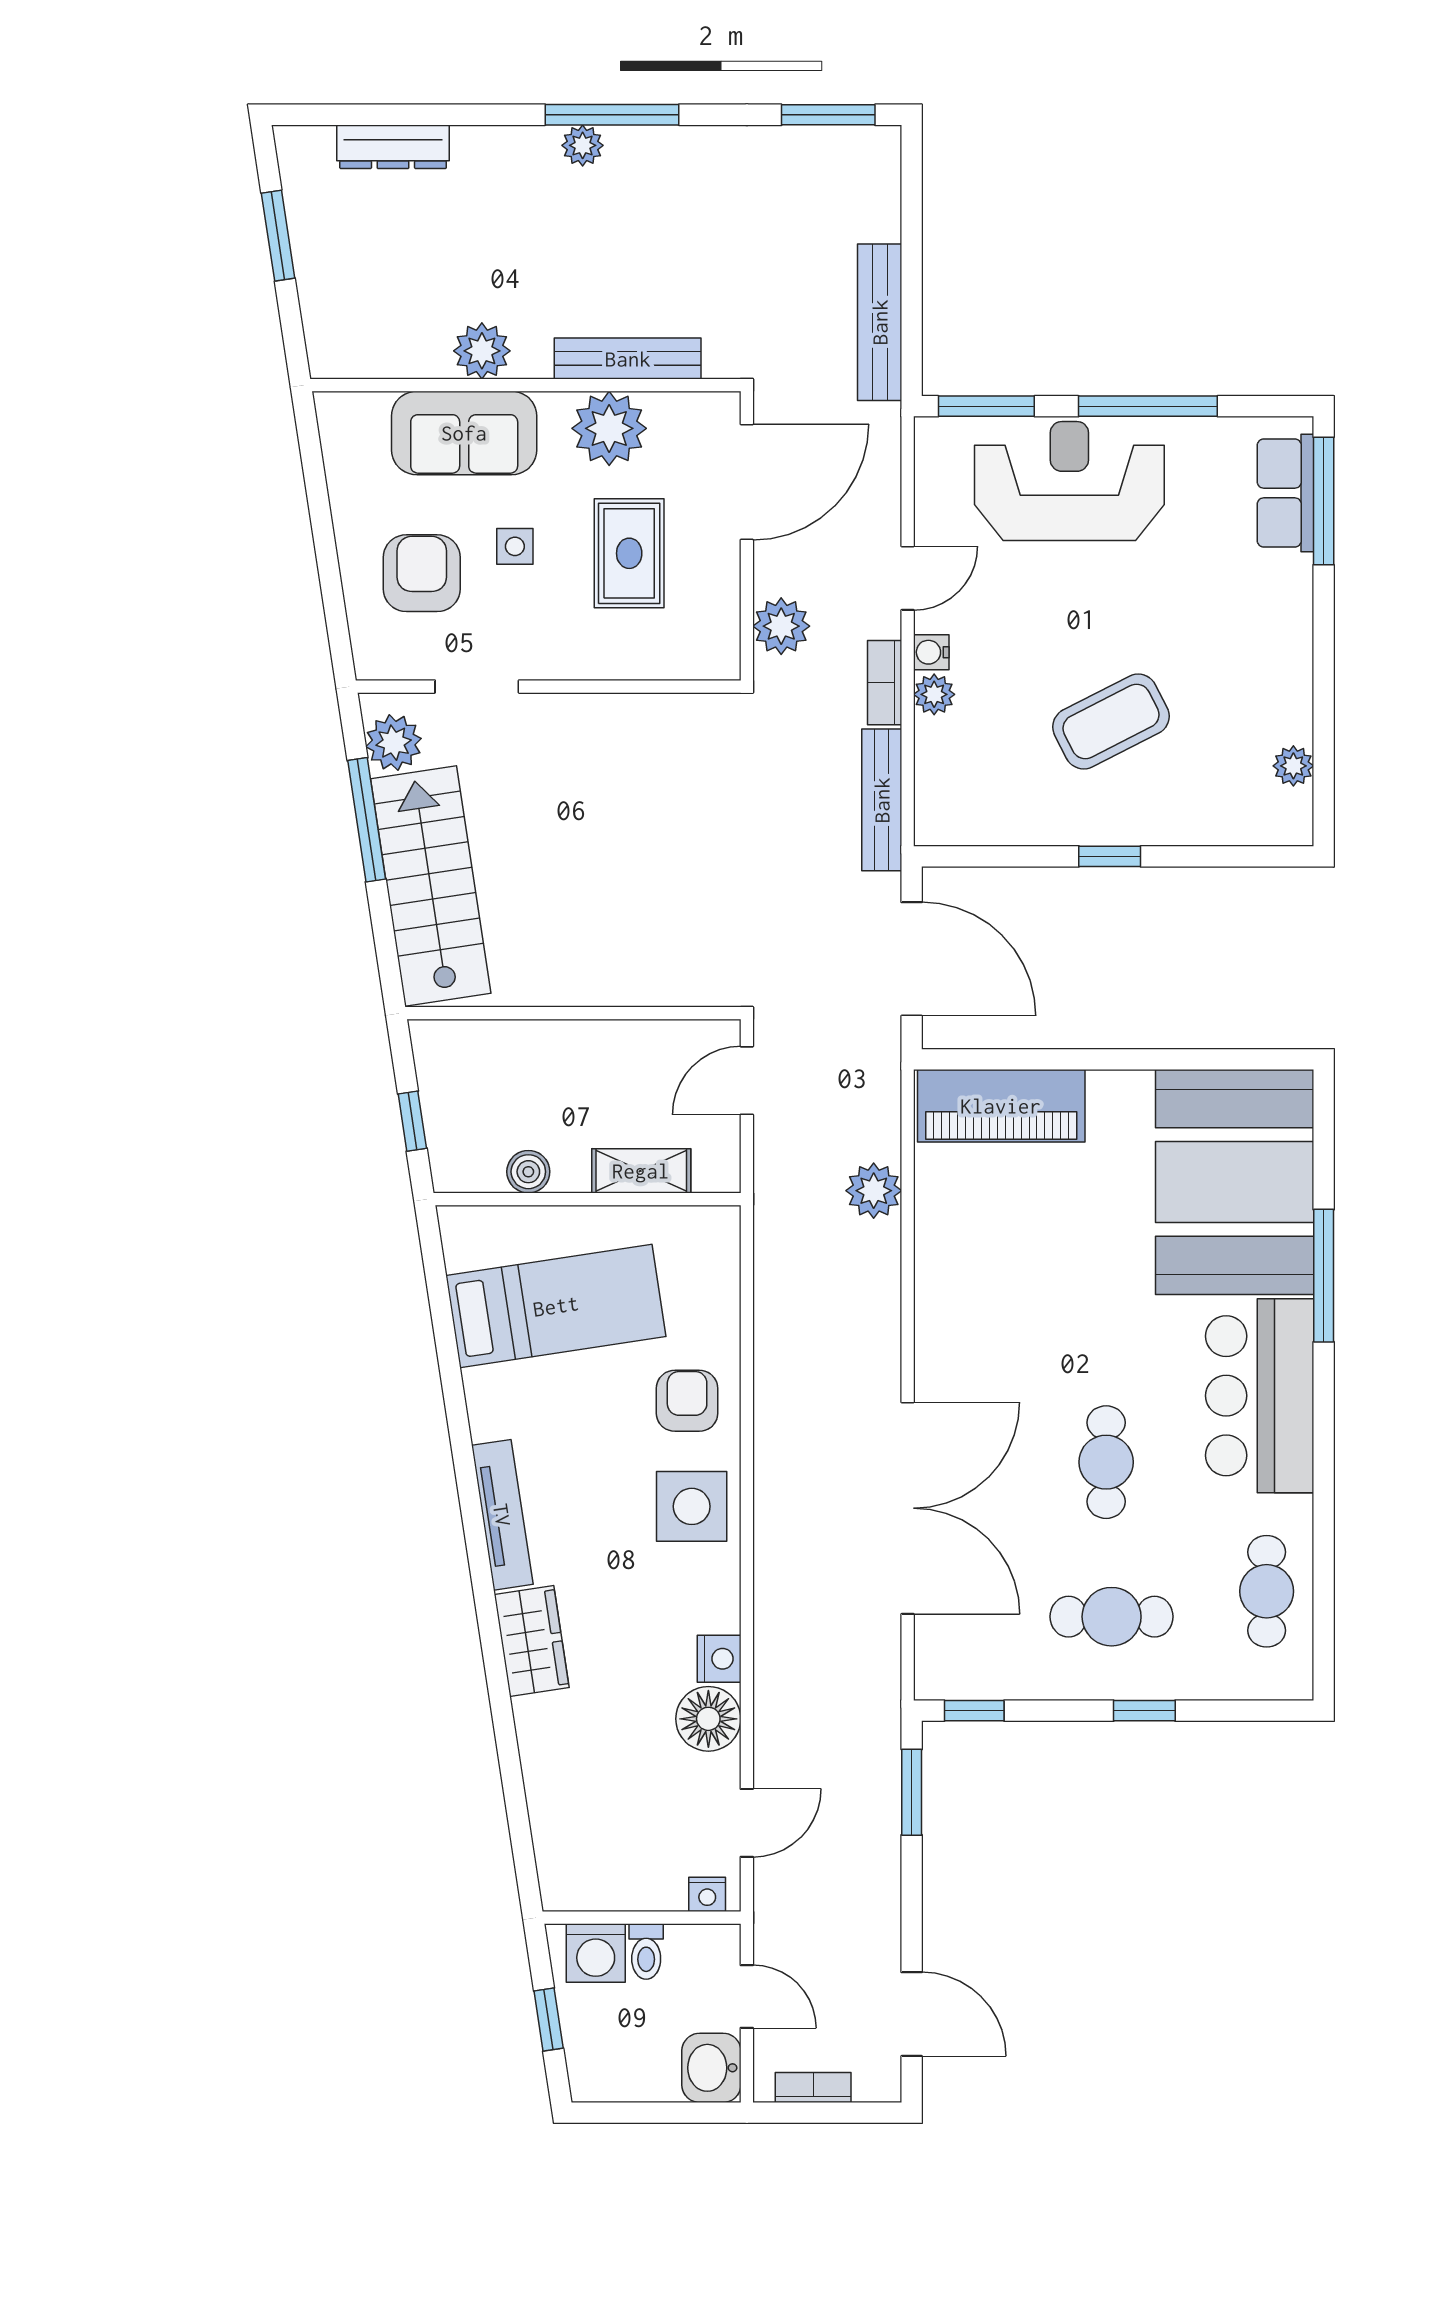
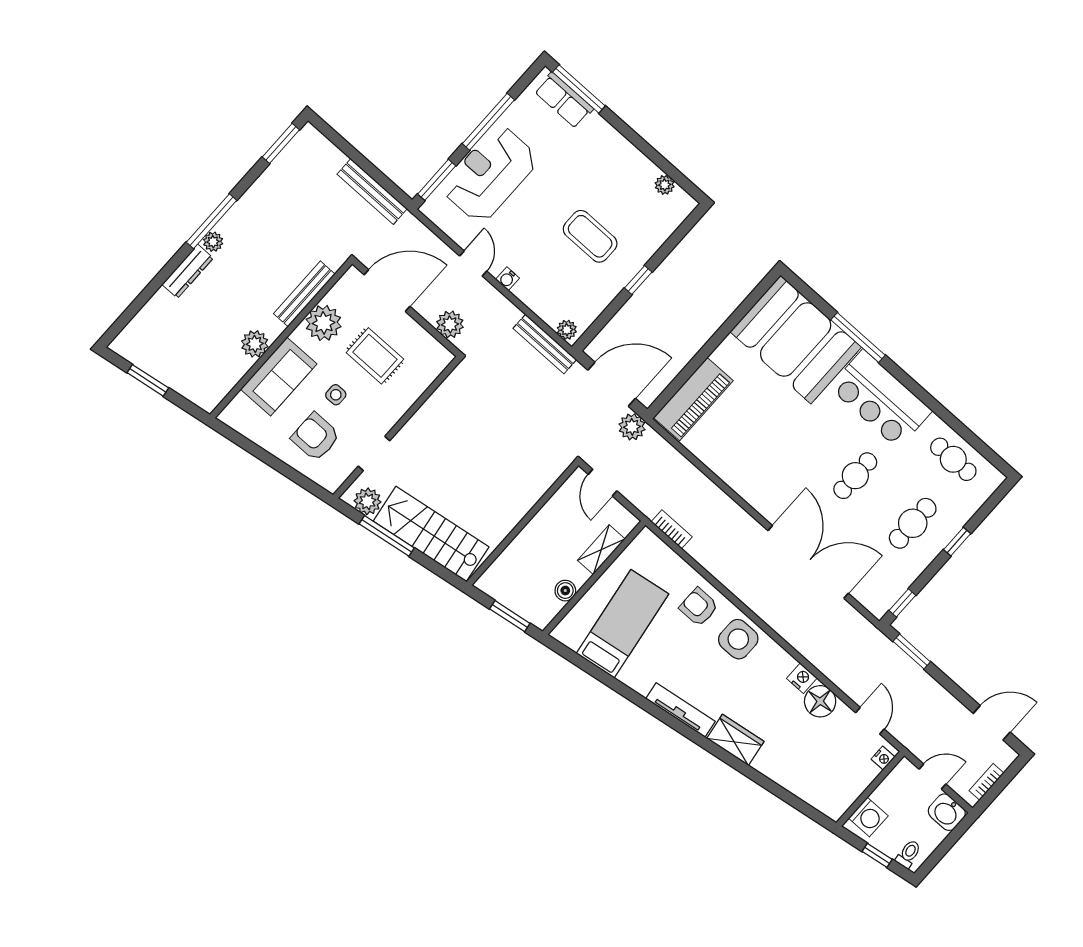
dresser: (393, 147) -> (188, 271), moved
door: (747, 482) -> (387, 291), hinge flipped
bookcase: (885, 683) -> (672, 529), moved, turned 180
plant: (934, 694) -> (567, 330), moved
coffee table: (1111, 722) -> (590, 236), turned -63
window: (412, 1121) -> (510, 616), width x1.50
plant: (874, 1191) -> (632, 427), moved
cafe table: (1106, 1462) -> (855, 476), turned 90
toilet: (646, 1951) -> (908, 854), moved, turned -99

